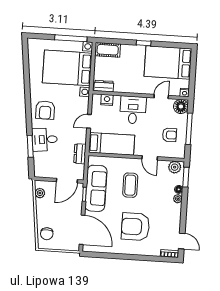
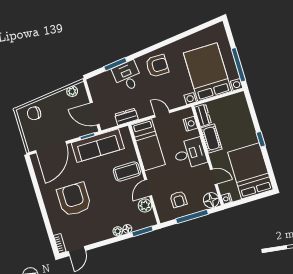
cot: (108, 50) -> (211, 138), moved
armchair: (45, 110) -> (157, 66), turned 180
plant: (175, 167) -> (145, 206), moved
coffee table: (130, 185) -> (127, 172), moved

